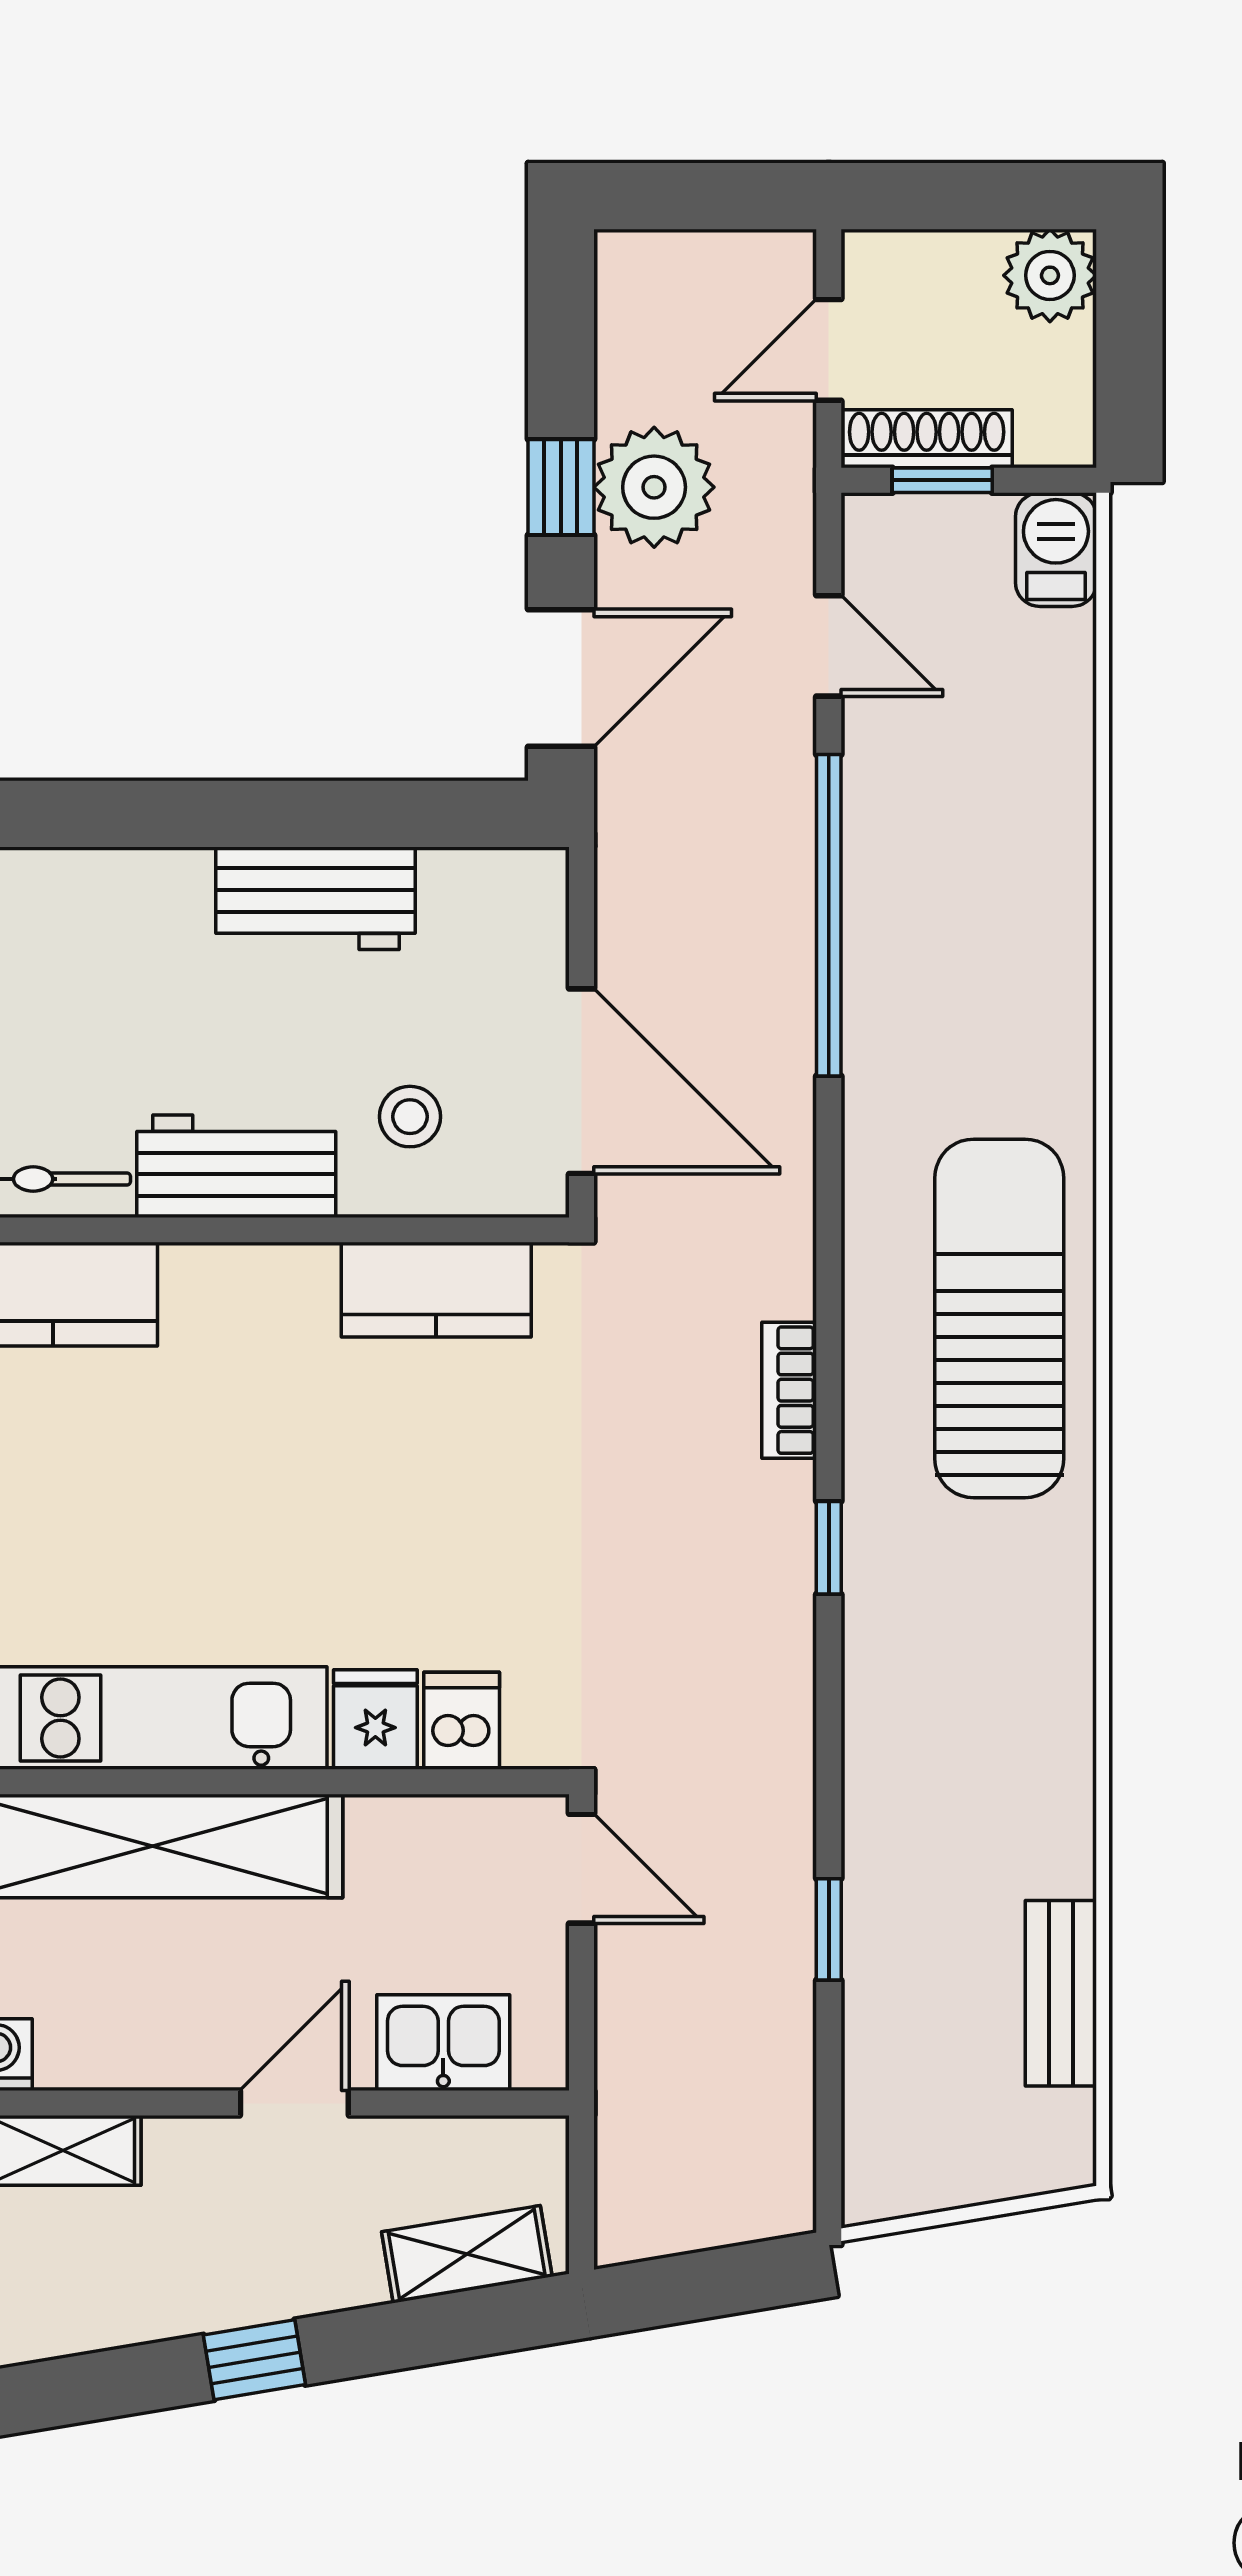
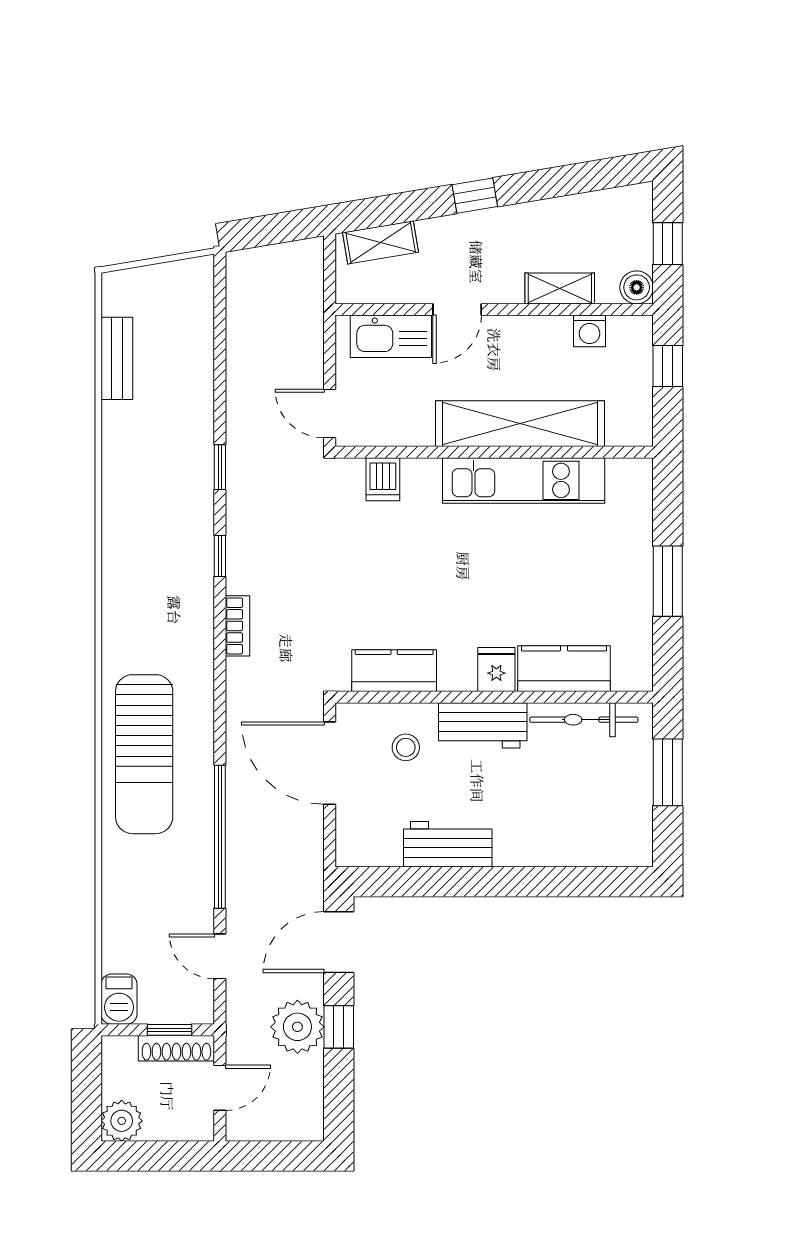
sun lounger: (999, 1318) -> (144, 754), moved
fridge: (375, 1720) -> (496, 669), moved, turned 180
window: (829, 1929) -> (220, 467), moved
kitchen sink: (443, 2043) -> (391, 336), width x1.38

